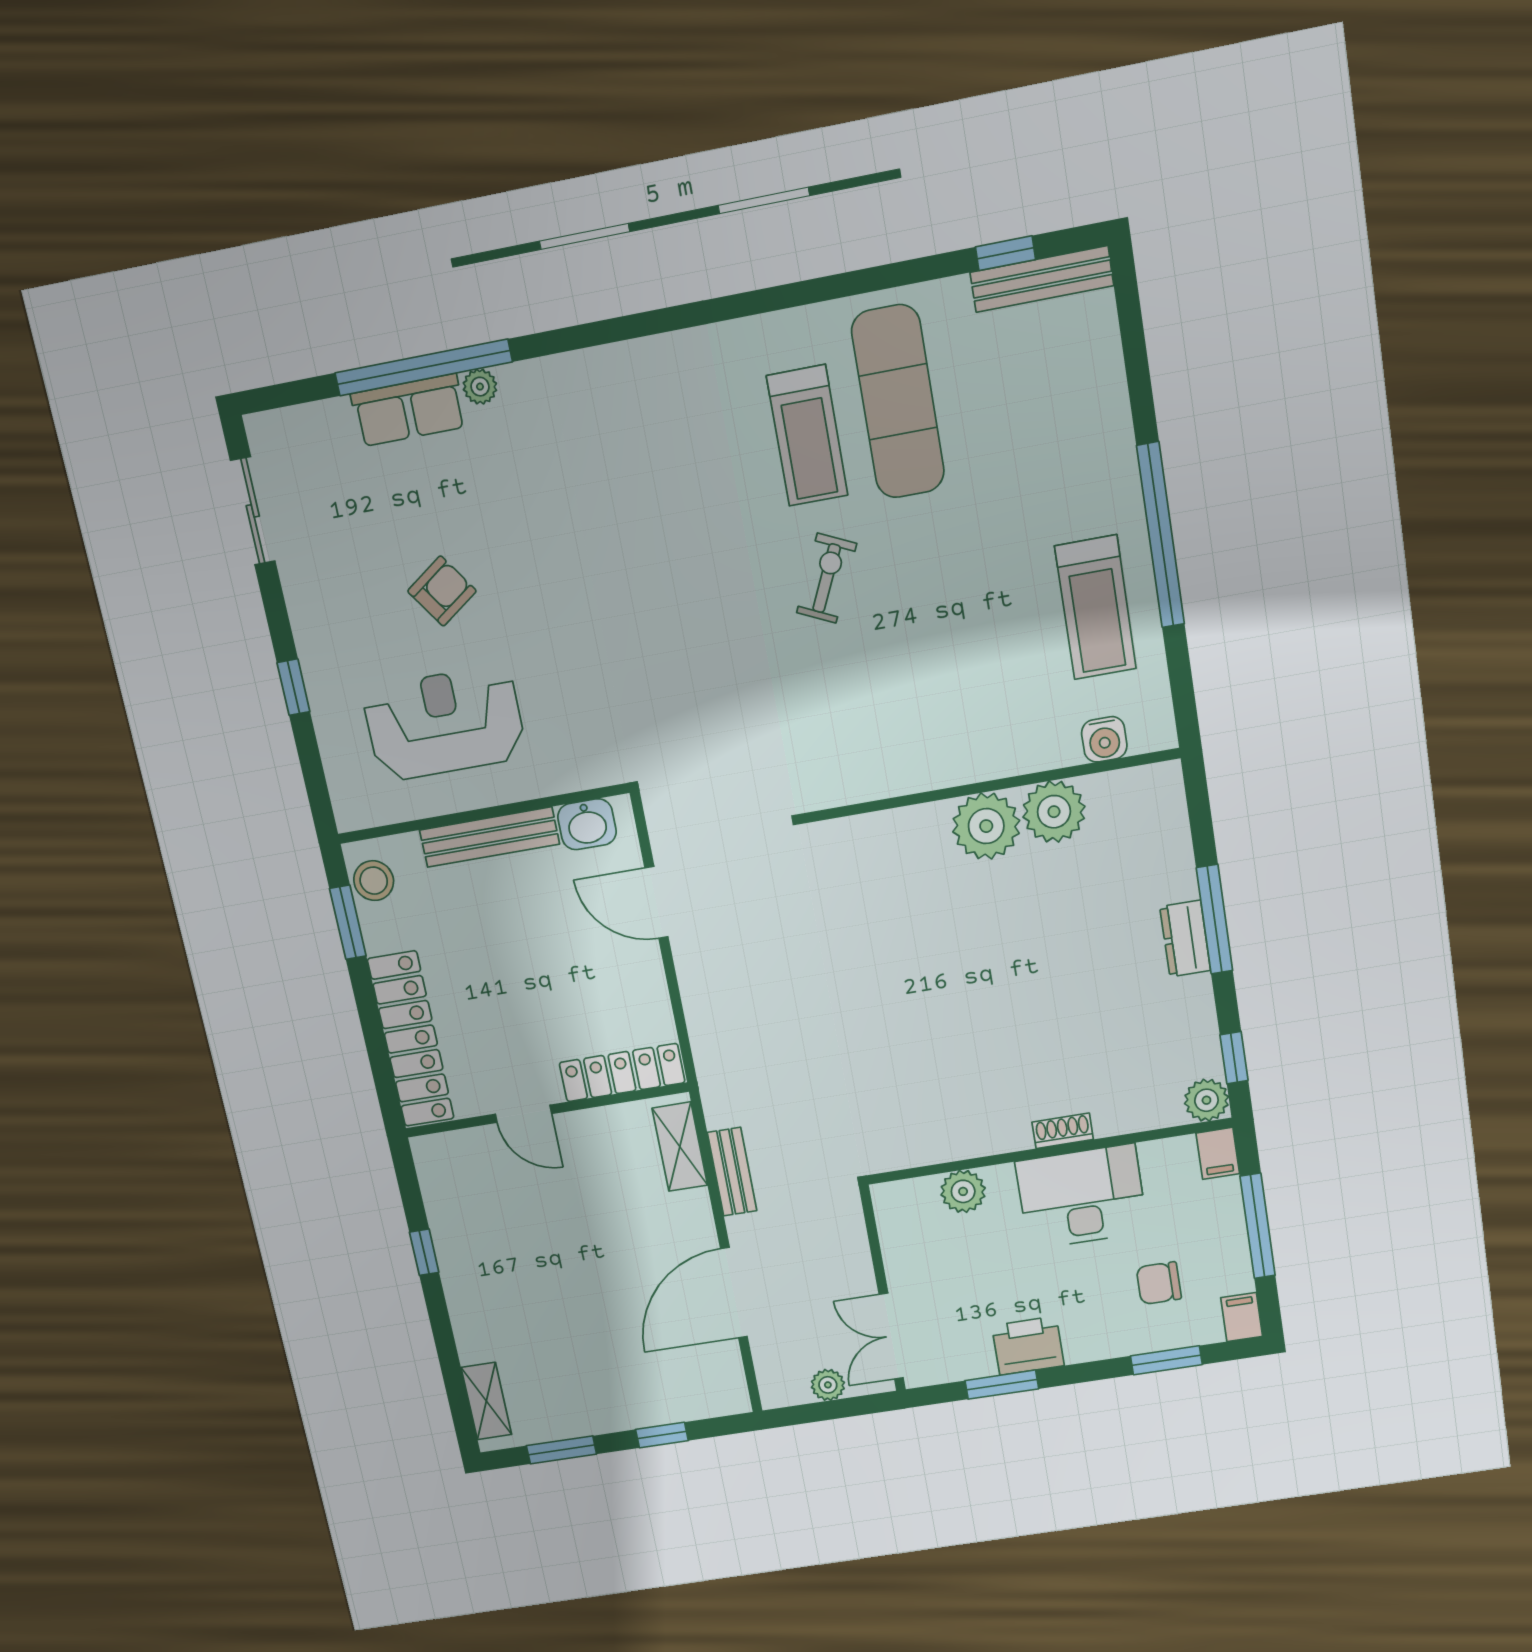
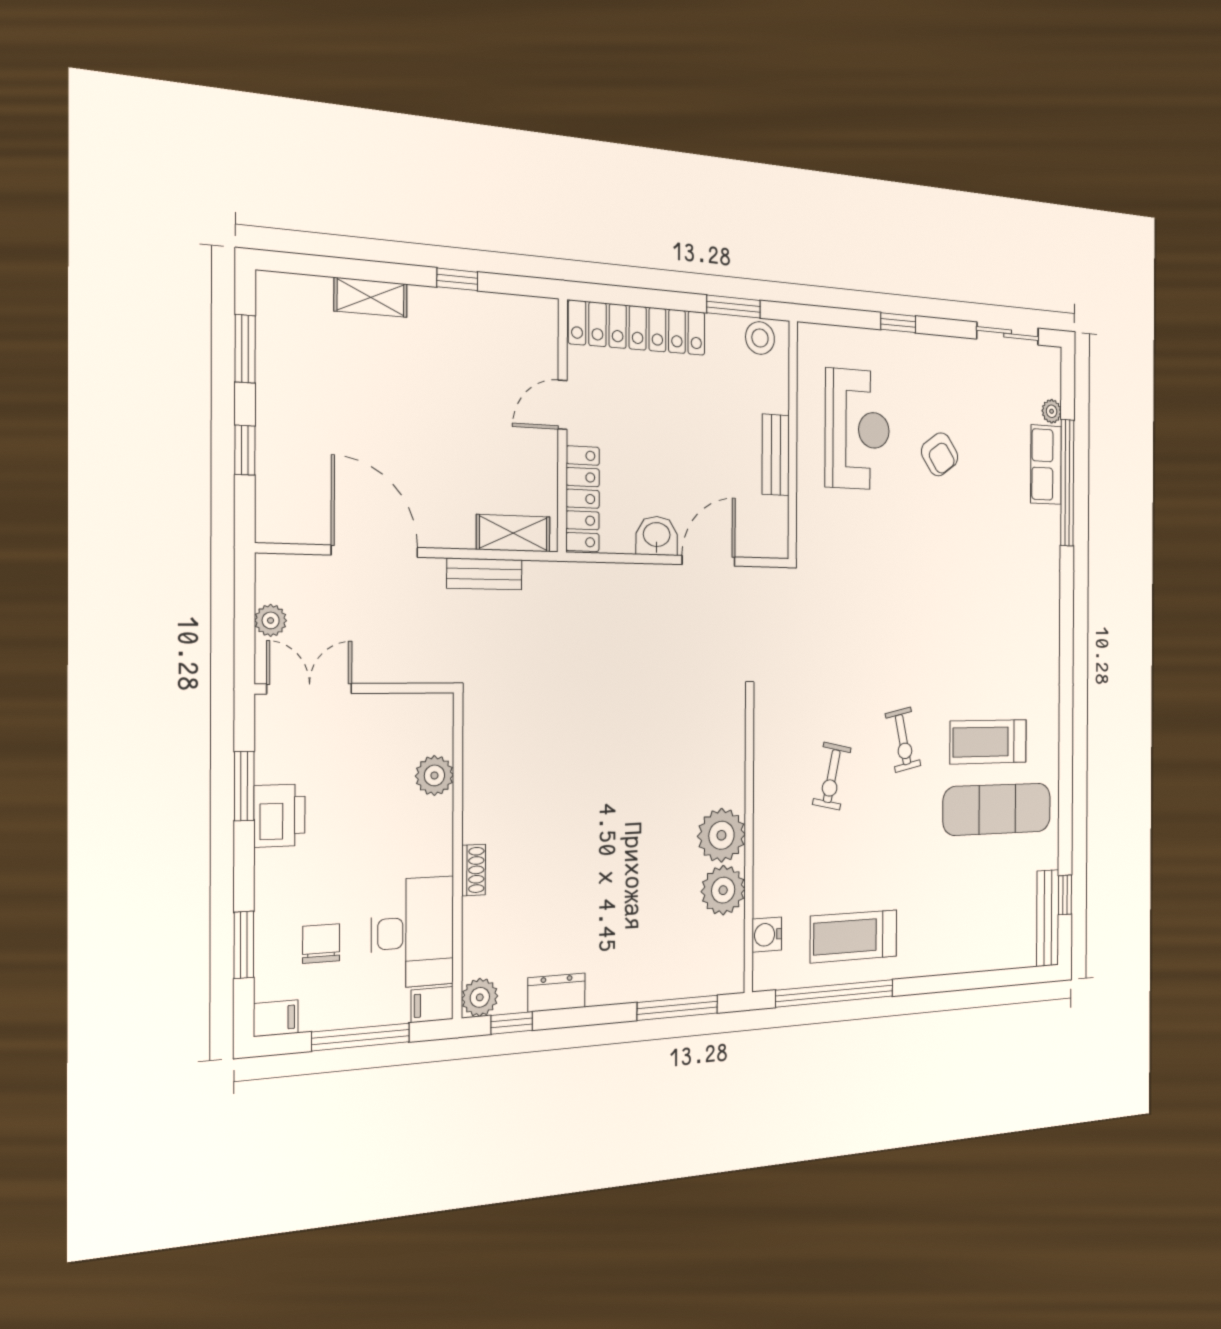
plant: (480, 387) -> (1052, 411), moved
window: (1161, 535) -> (835, 993), moved
exercise bike: (827, 578) -> (903, 740), turned 53
exercise bike: (891, 680) -> (832, 776), added
washbasin: (587, 824) -> (657, 536), moved, turned 90
bench: (489, 837) -> (776, 455), width x0.73
window: (1215, 919) -> (678, 1008), moved
dresser: (1185, 939) -> (557, 993), moved
desk: (1082, 1197) -> (413, 932), moved
shelving: (486, 1401) -> (371, 297), moved

